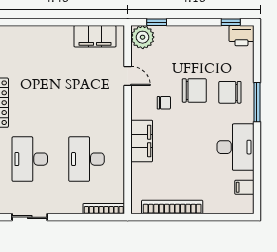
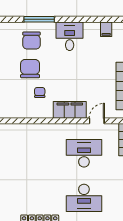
door: (128, 76) -> (97, 121), moved
desk: (235, 147) -> (70, 36), width x0.73
desk: (87, 159) -> (84, 153), turned 180

